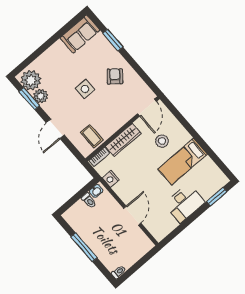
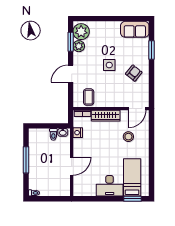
bed: (183, 162) -> (132, 177), moved, turned 90

